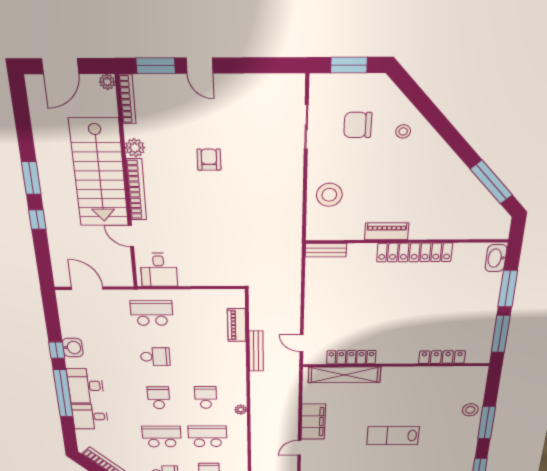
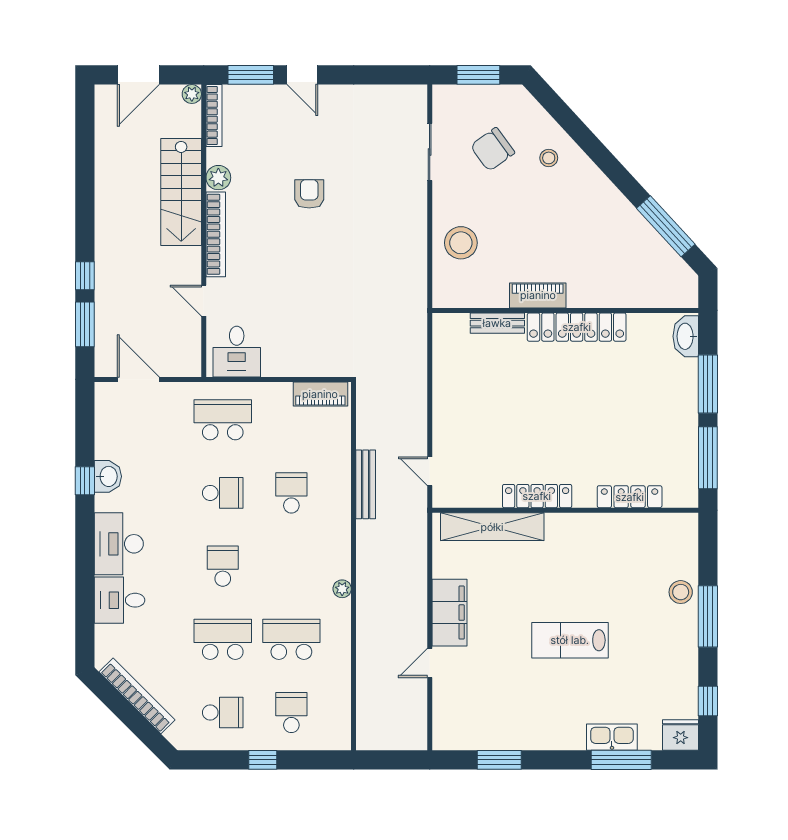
chair: (358, 125) -> (493, 149), turned -36
stairs: (99, 173) -> (181, 192), width x0.73, depth x0.66
window: (31, 178) -> (85, 324), moved
bench: (326, 250) -> (497, 323), moved
piano: (237, 325) -> (320, 394), moved, turned -90
locker: (351, 357) -> (537, 496), moved
window: (63, 393) -> (85, 557), removed
school desk: (206, 397) -> (291, 493), moved

